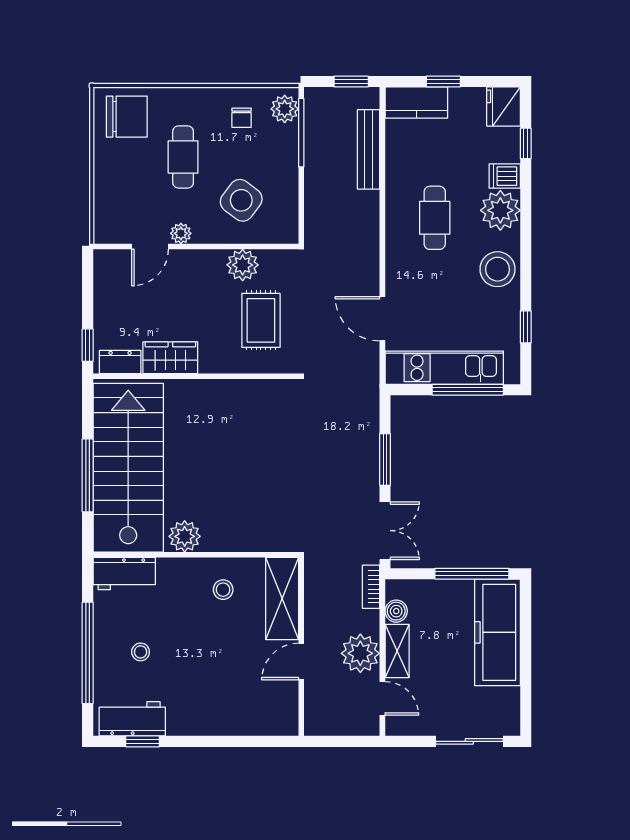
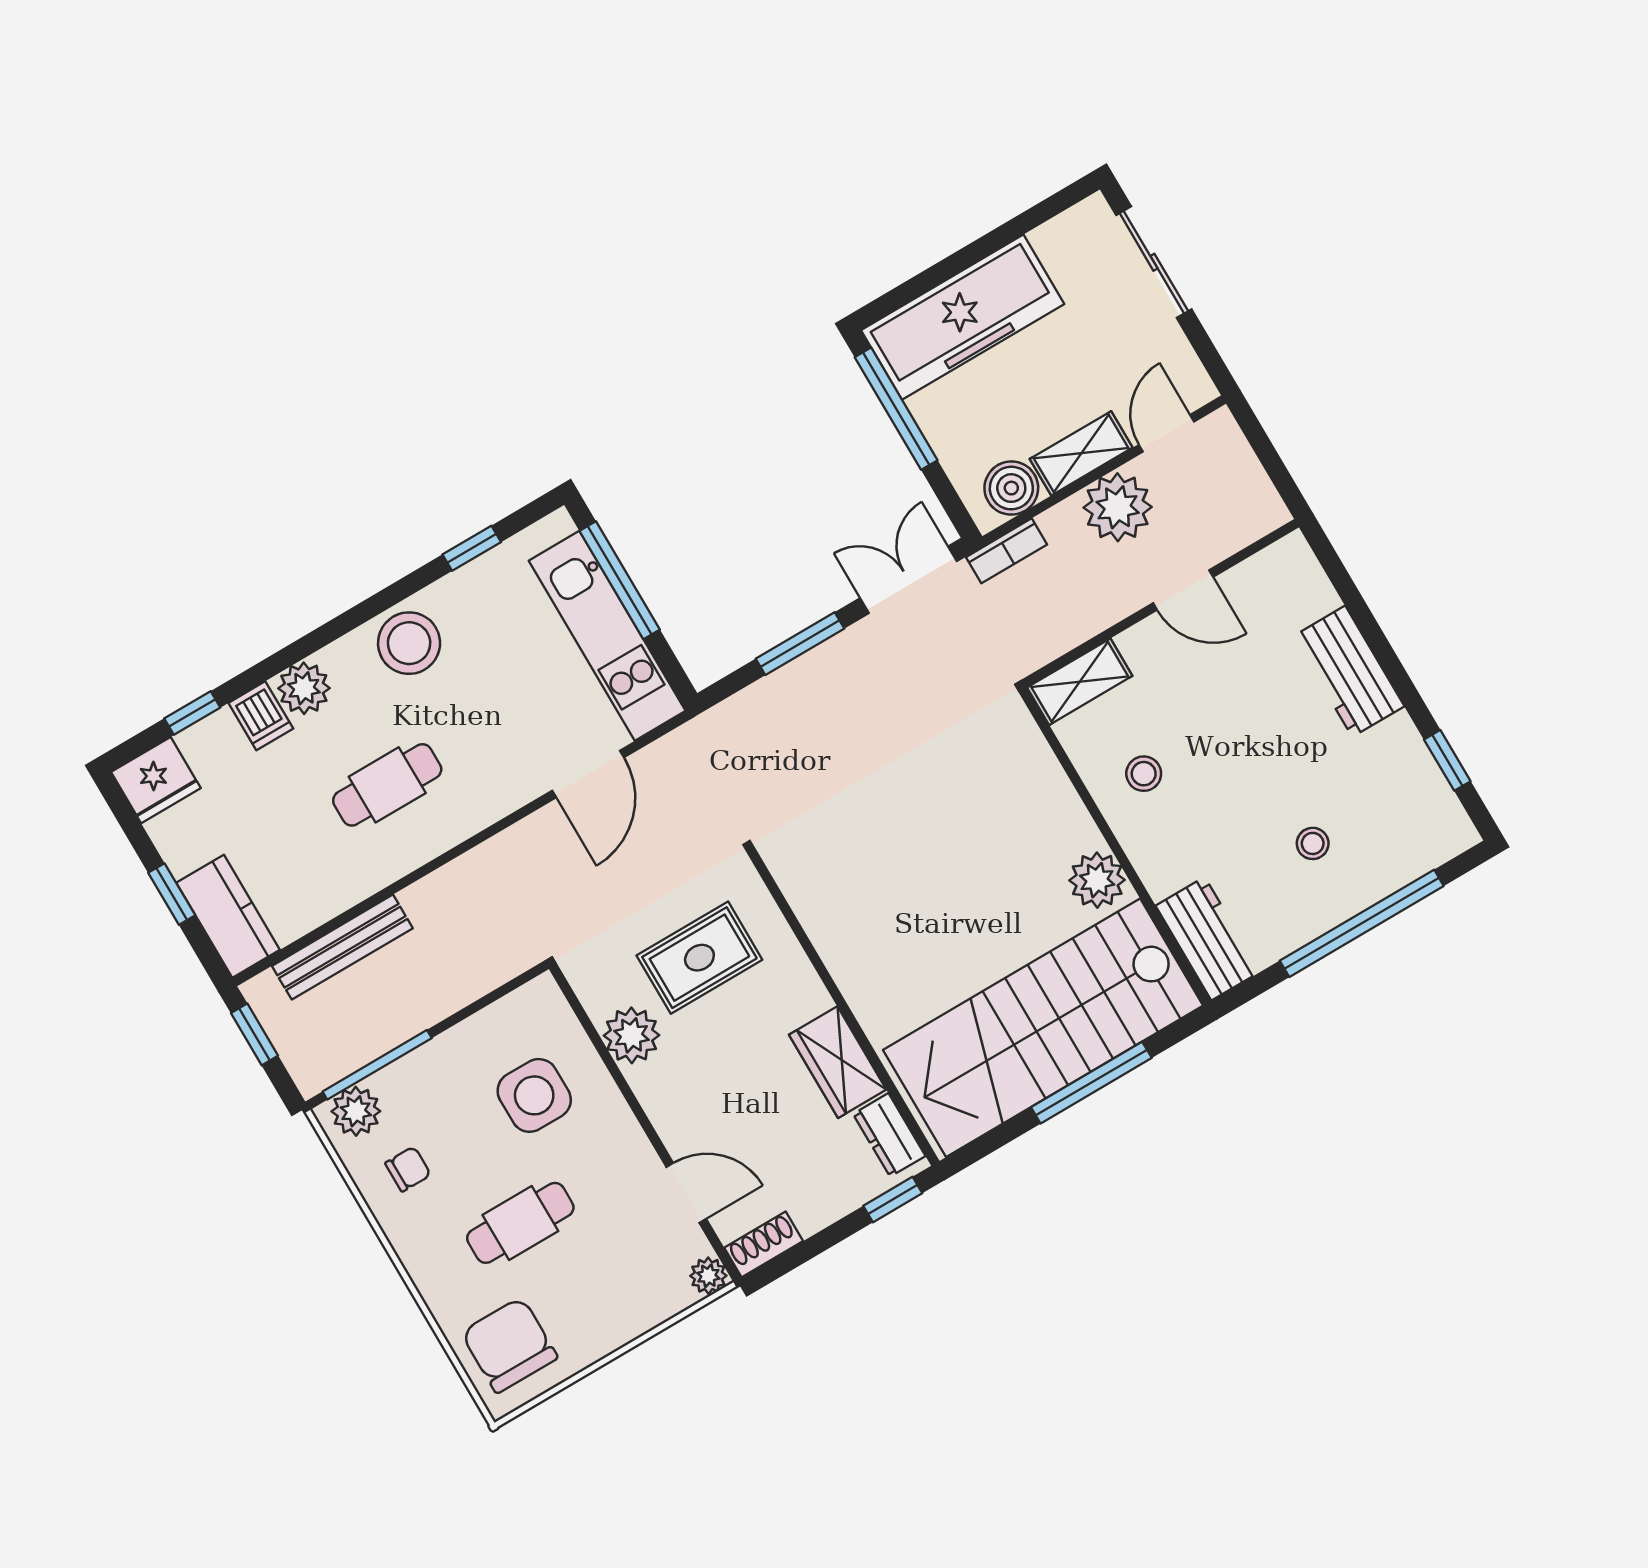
side table: (241, 200) -> (534, 1095), turned -37
plant: (500, 210) -> (304, 688), width x0.73, depth x0.73
plant: (181, 233) -> (708, 1276), moved
shoe rack: (103, 269) -> (764, 1244), added
shelving: (282, 599) -> (1080, 682), width x0.67, depth x0.75
boiler: (396, 611) -> (1011, 488), width x1.36, depth x1.36
workbench: (132, 719) -> (1349, 671), moved

